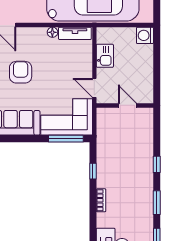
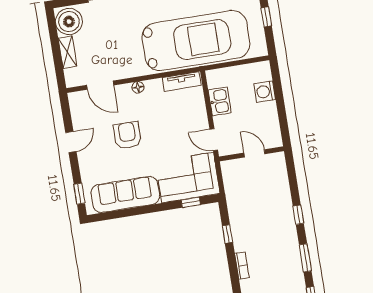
floor lamp: (52, 32) -> (138, 87), moved
washing machine: (145, 35) -> (265, 92), moved
window: (66, 139) -> (191, 202), width x0.46

